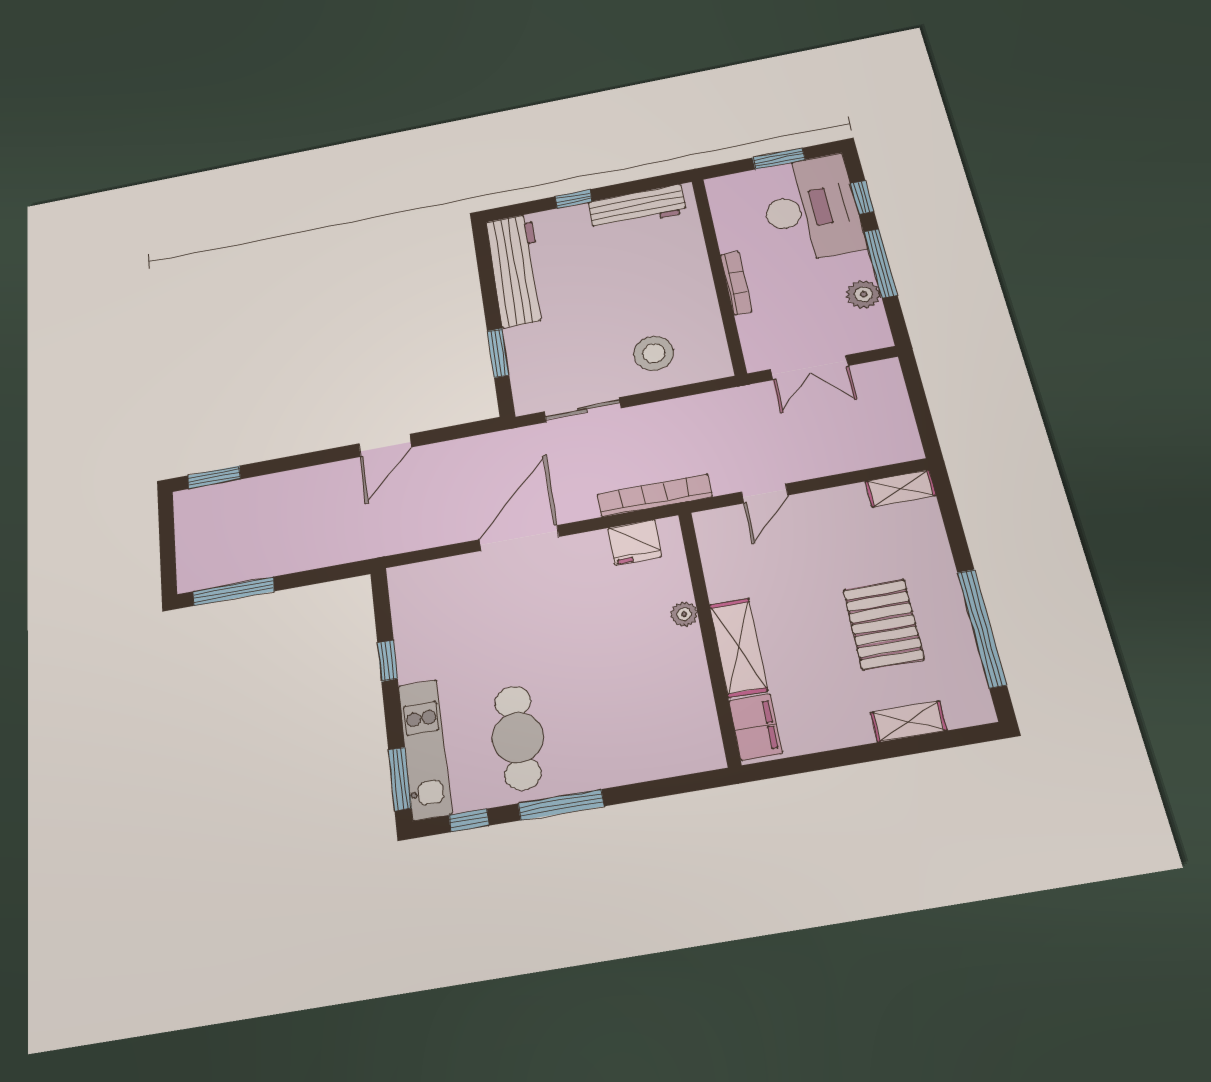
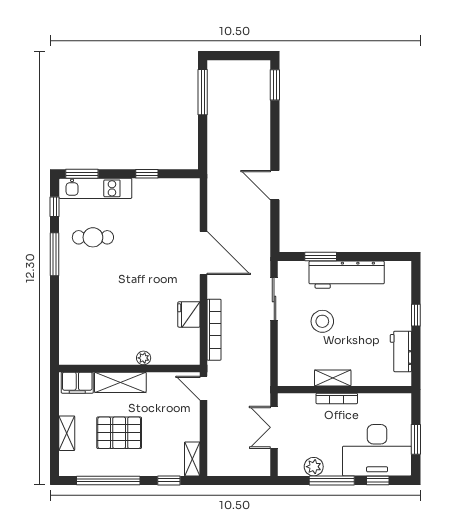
workbench: (637, 208) -> (401, 351), width x0.73
workbench: (517, 270) -> (347, 275), moved
shelving: (702, 296) -> (333, 378), added
stool: (654, 353) -> (322, 321), moved
window: (952, 521) -> (169, 480), added
plant: (684, 614) -> (144, 358), moved
wall: (709, 636) -> (129, 368), moved
shelving: (738, 648) -> (120, 382), moved
filing cabinet: (756, 727) -> (77, 383), moved
cafe table: (518, 738) -> (93, 237), width x0.73, depth x0.74

